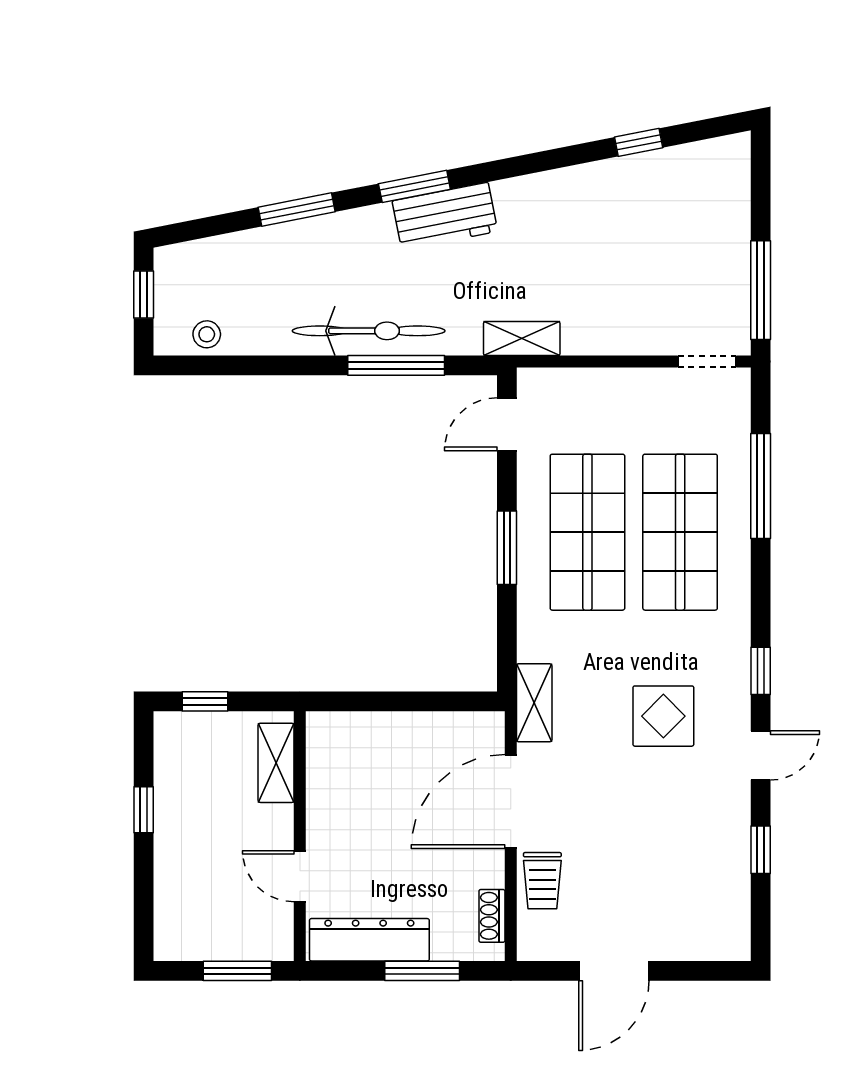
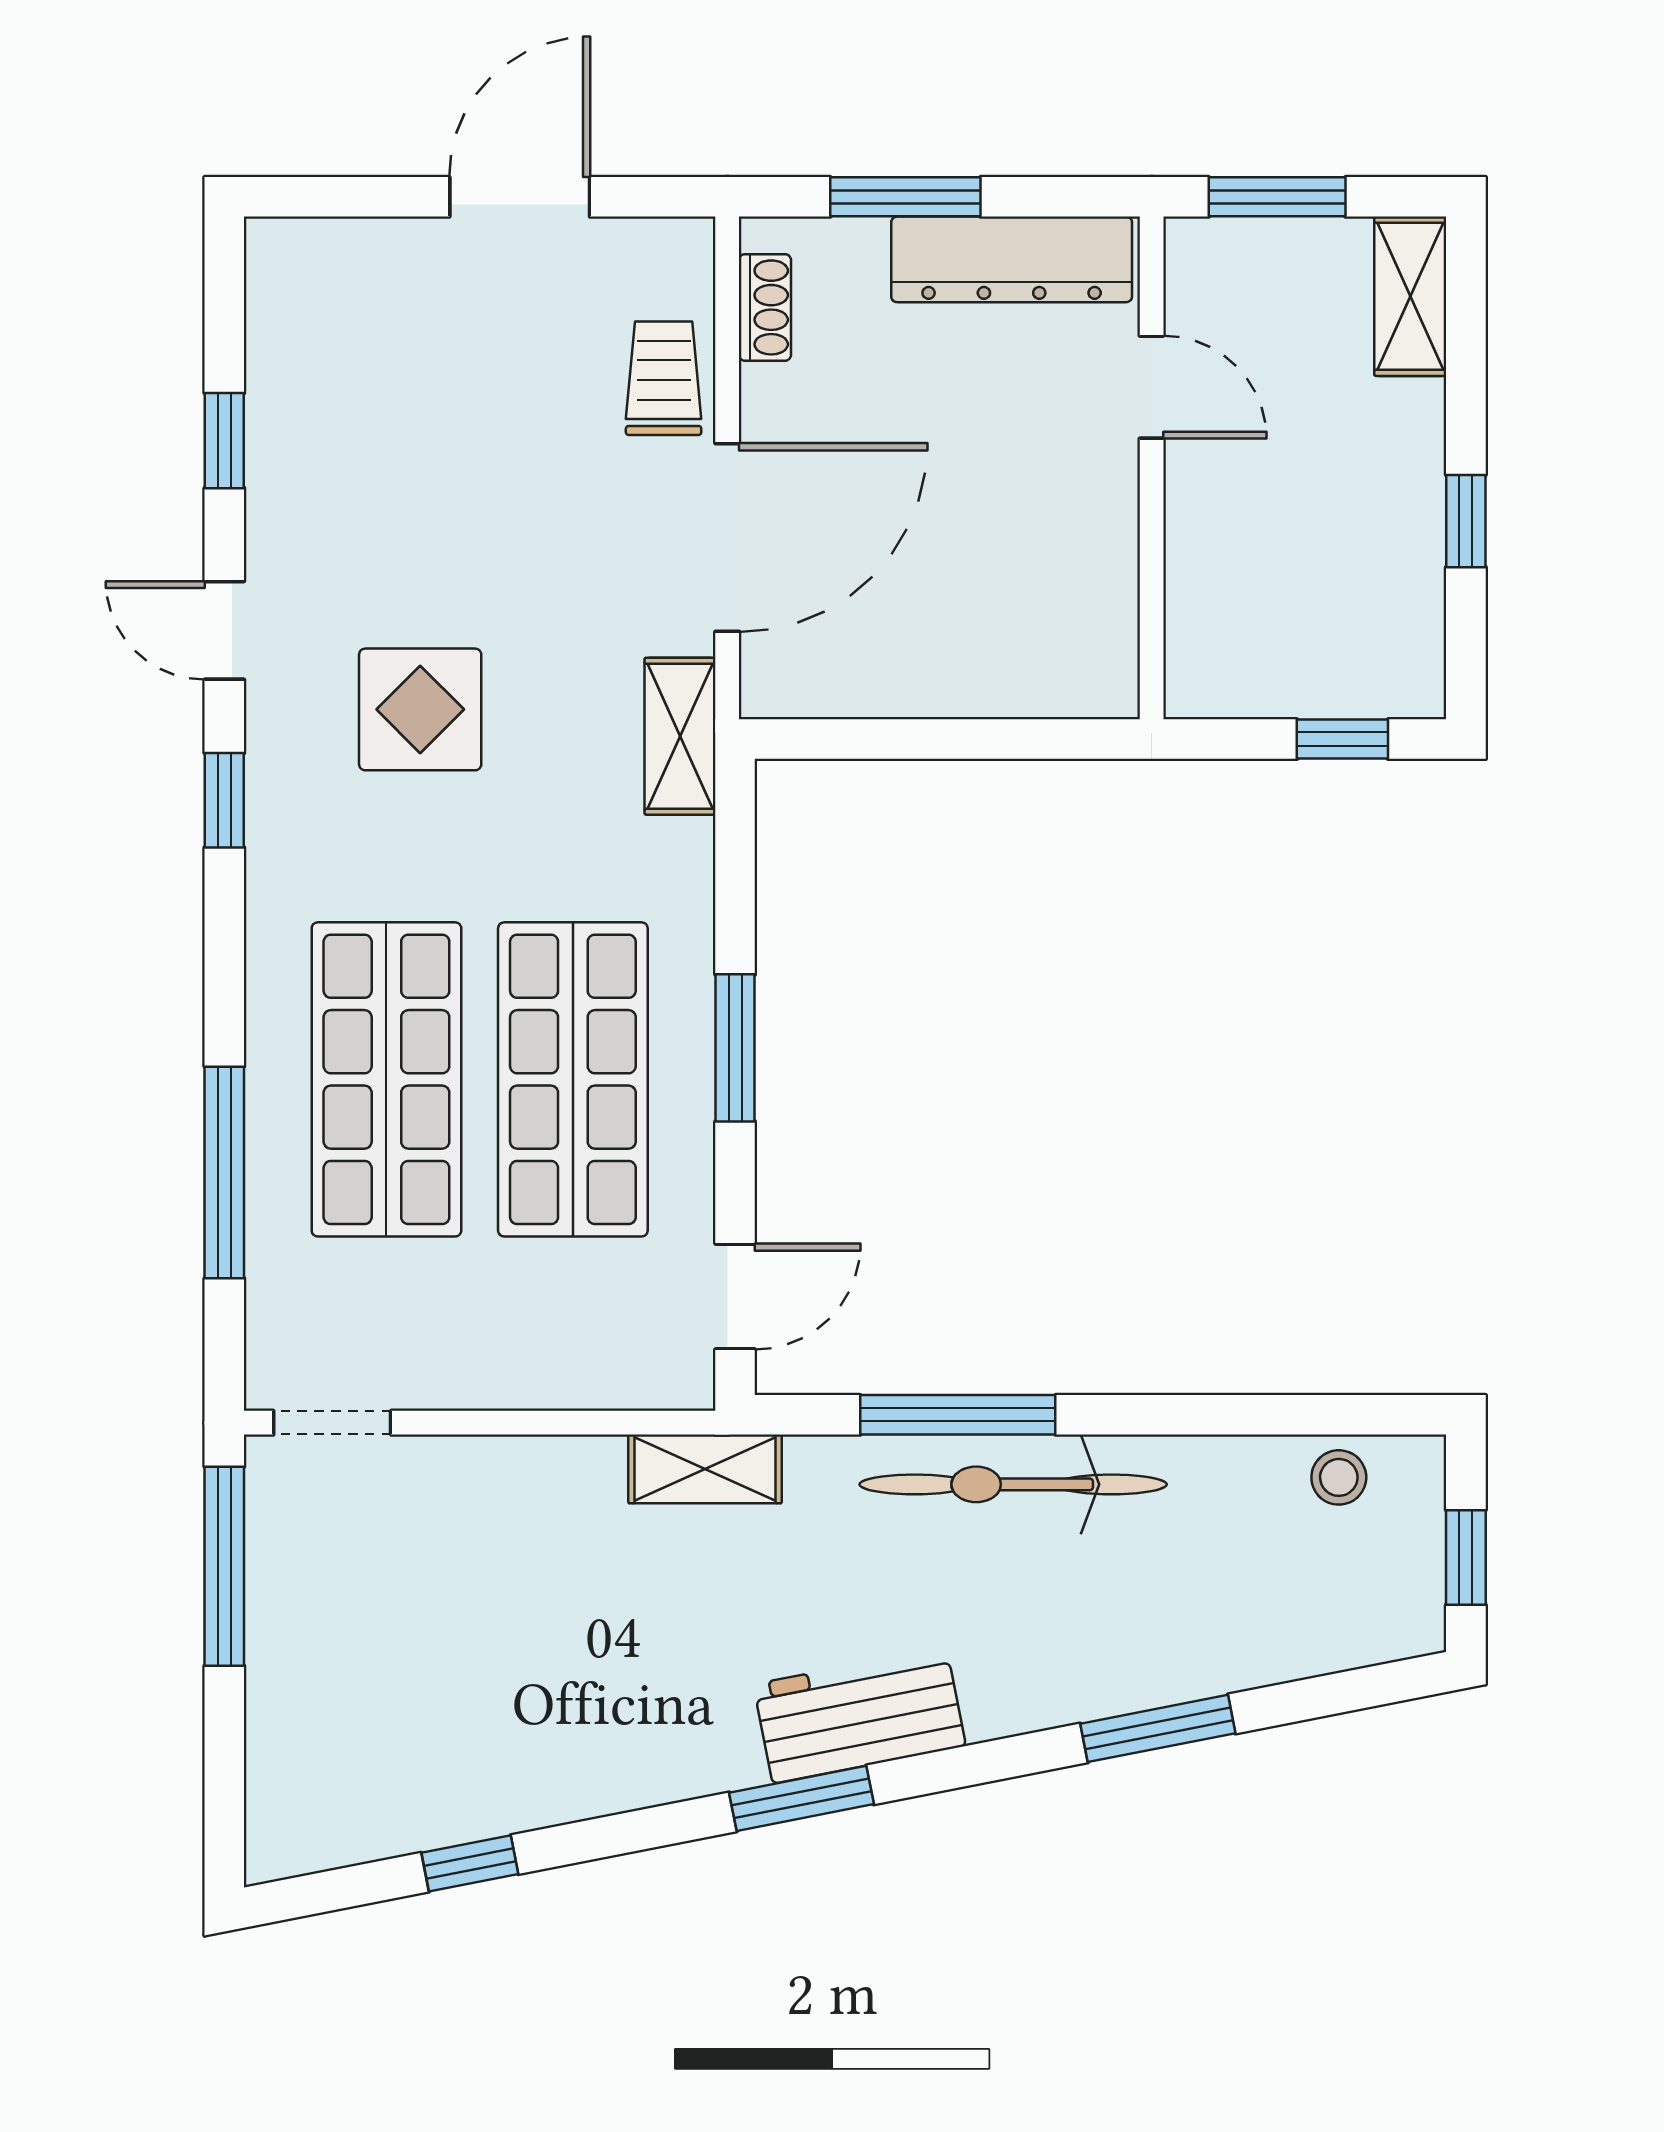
window: (414, 186) -> (802, 1798), moved
door: (761, 755) -> (224, 630), hinge flipped
shelving: (276, 763) -> (1410, 296), moved

